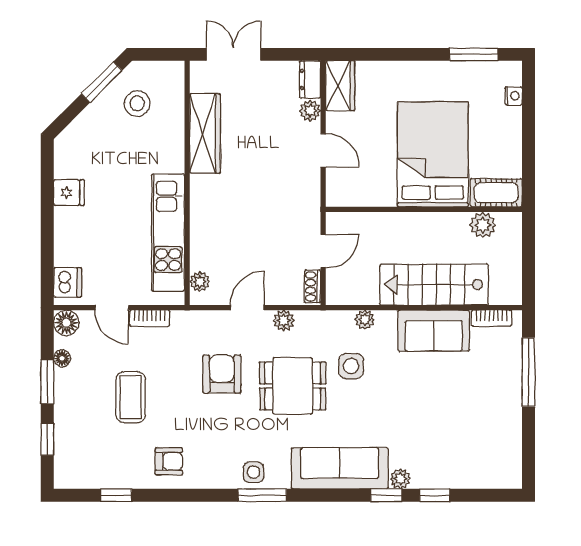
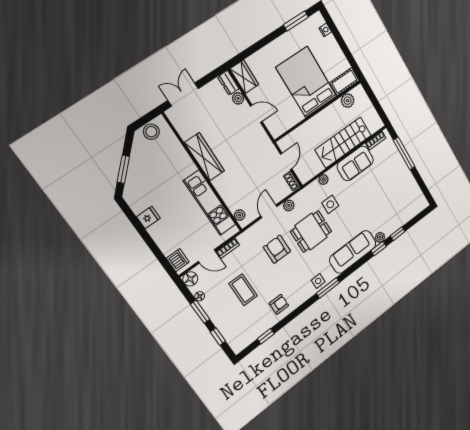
window: (102, 82) -> (123, 169), moved
stool: (137, 103) -> (151, 132), moved
wardrobe: (205, 133) -> (204, 157), moved

